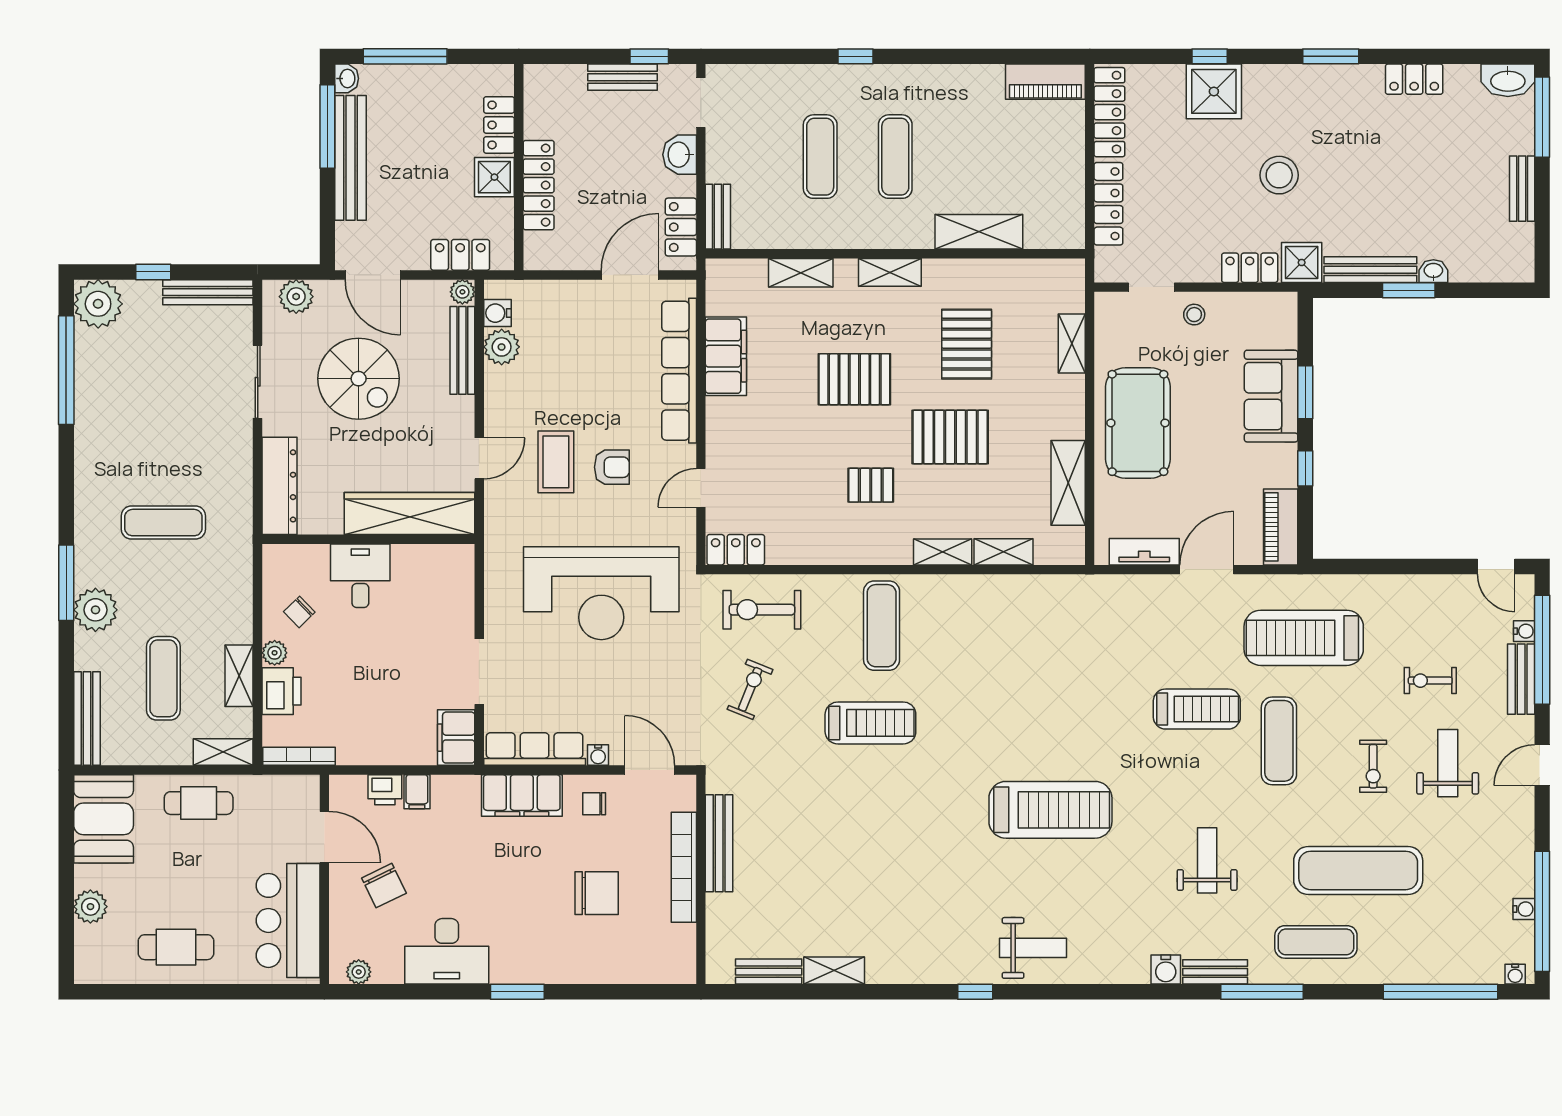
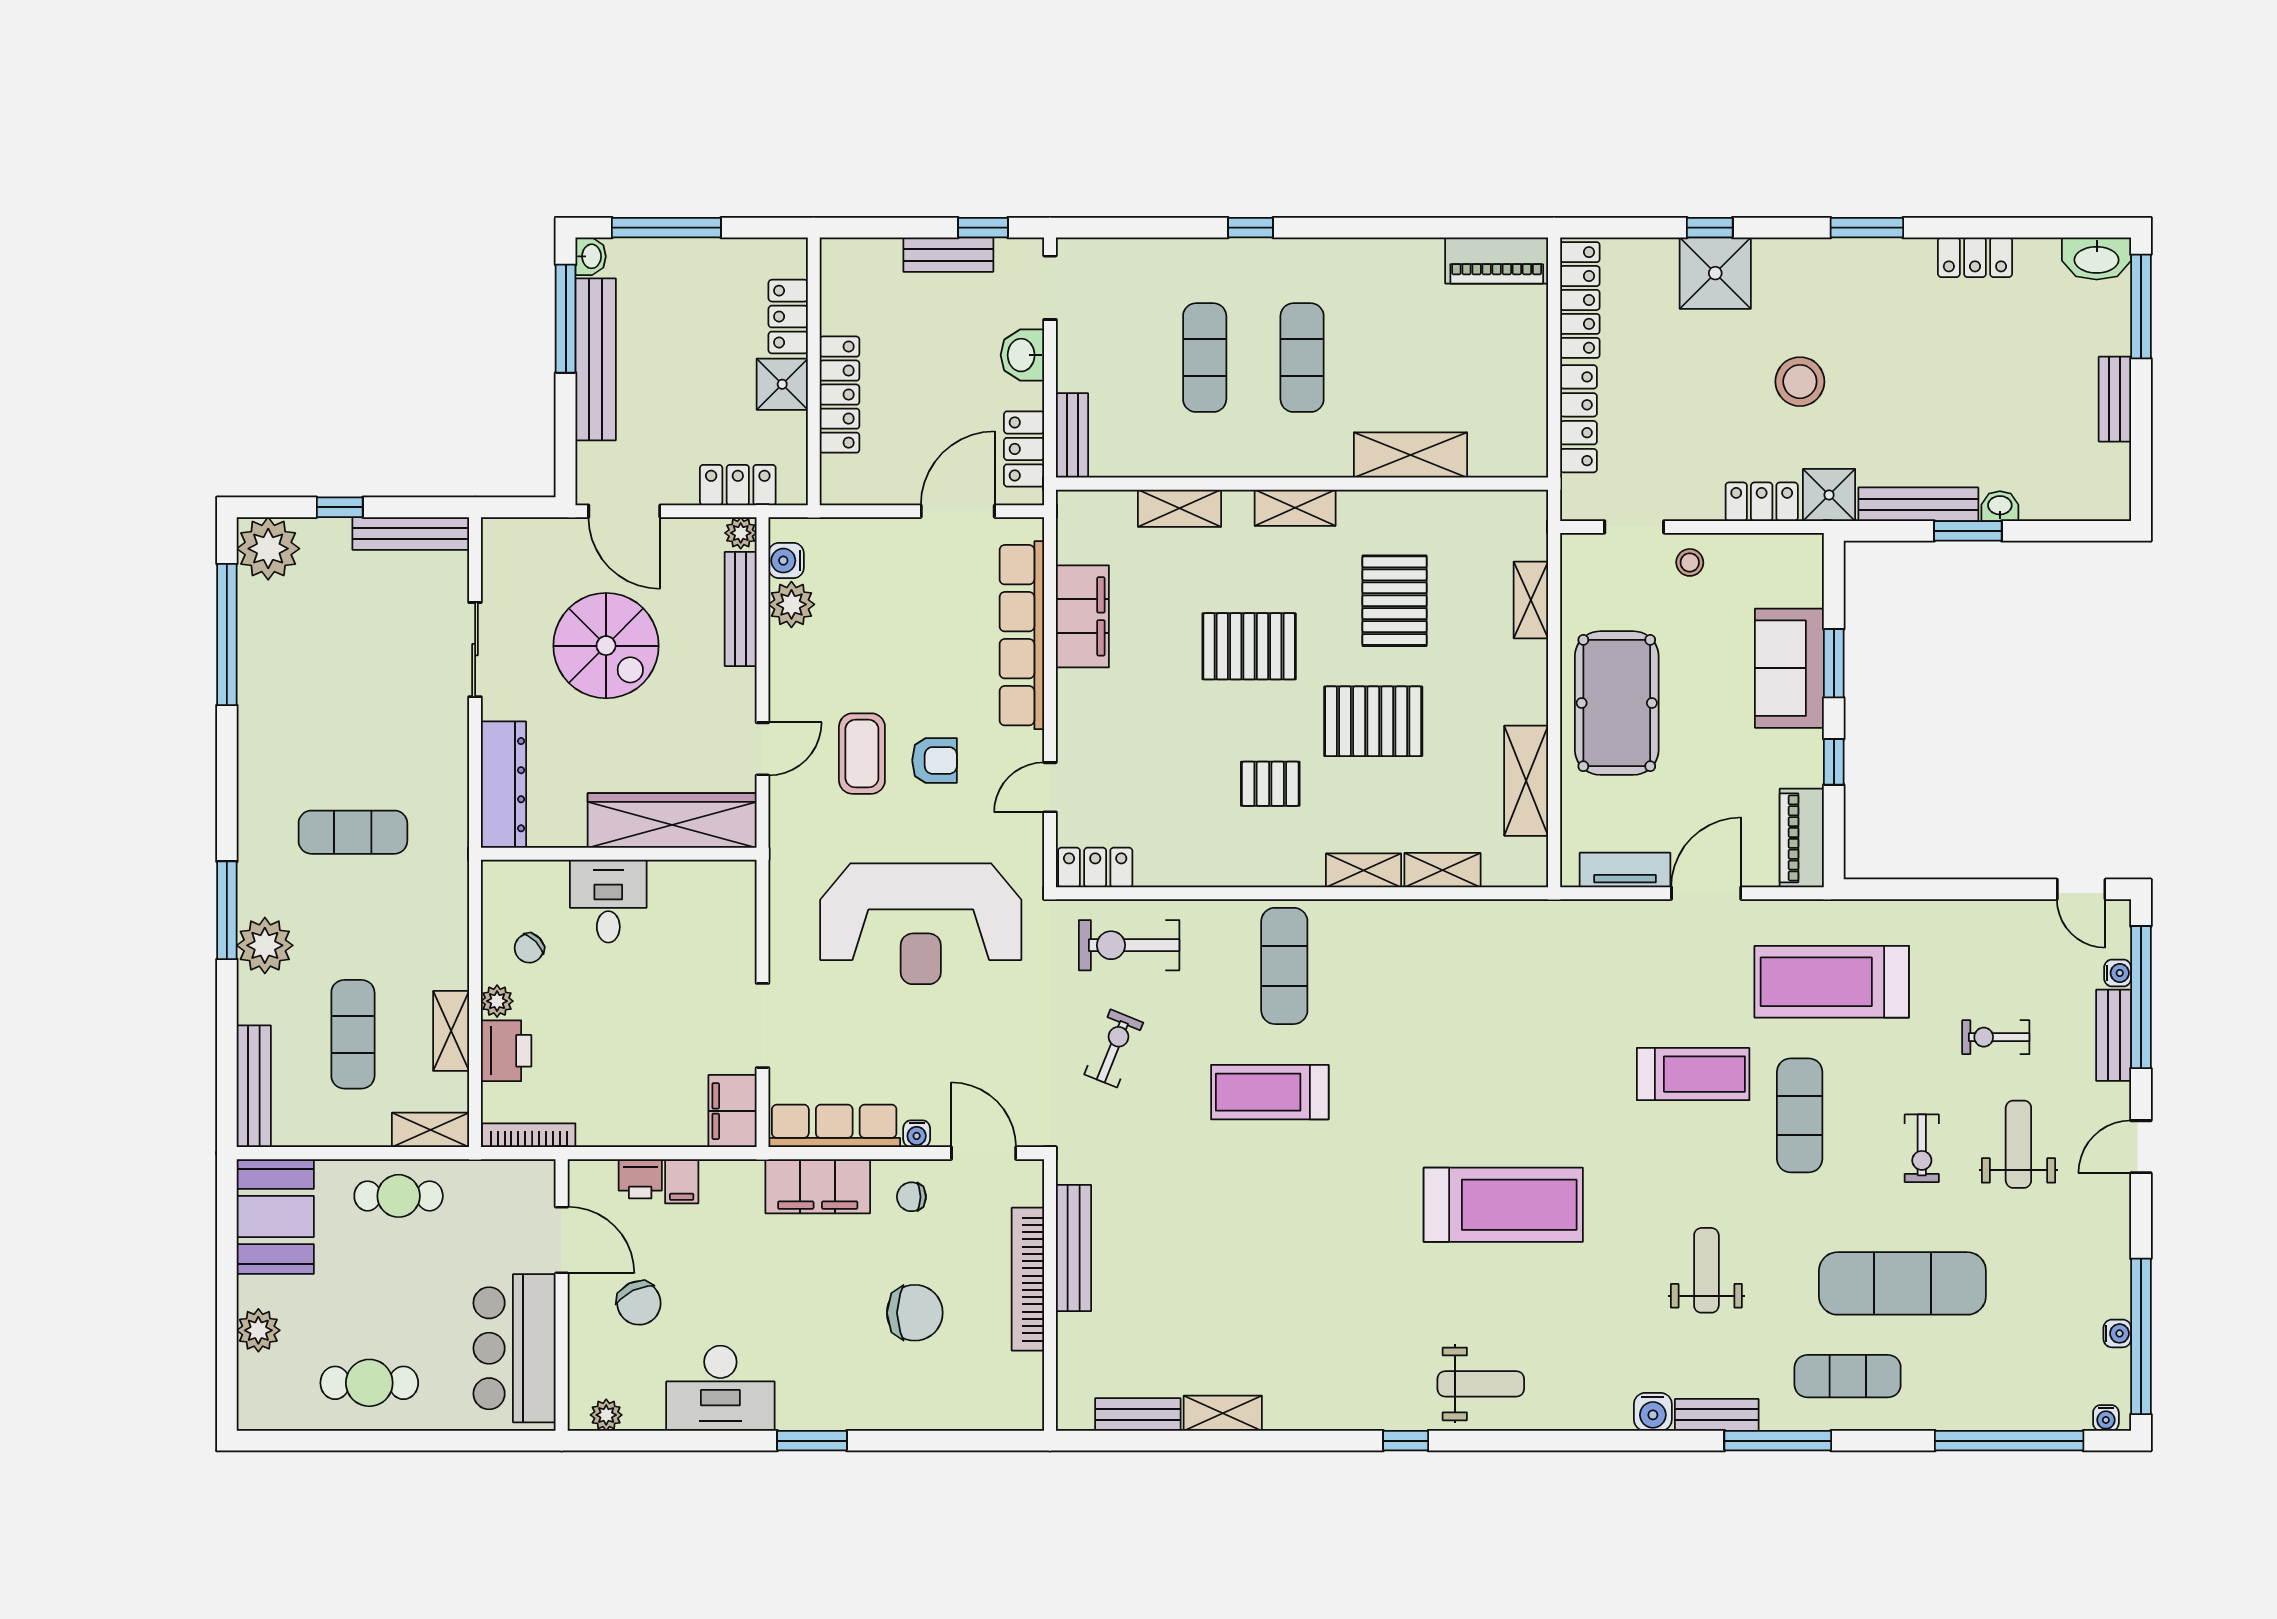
plant: (296, 297) -> (525, 539), removed
treadmill: (870, 723) -> (1270, 1092), turned 180

